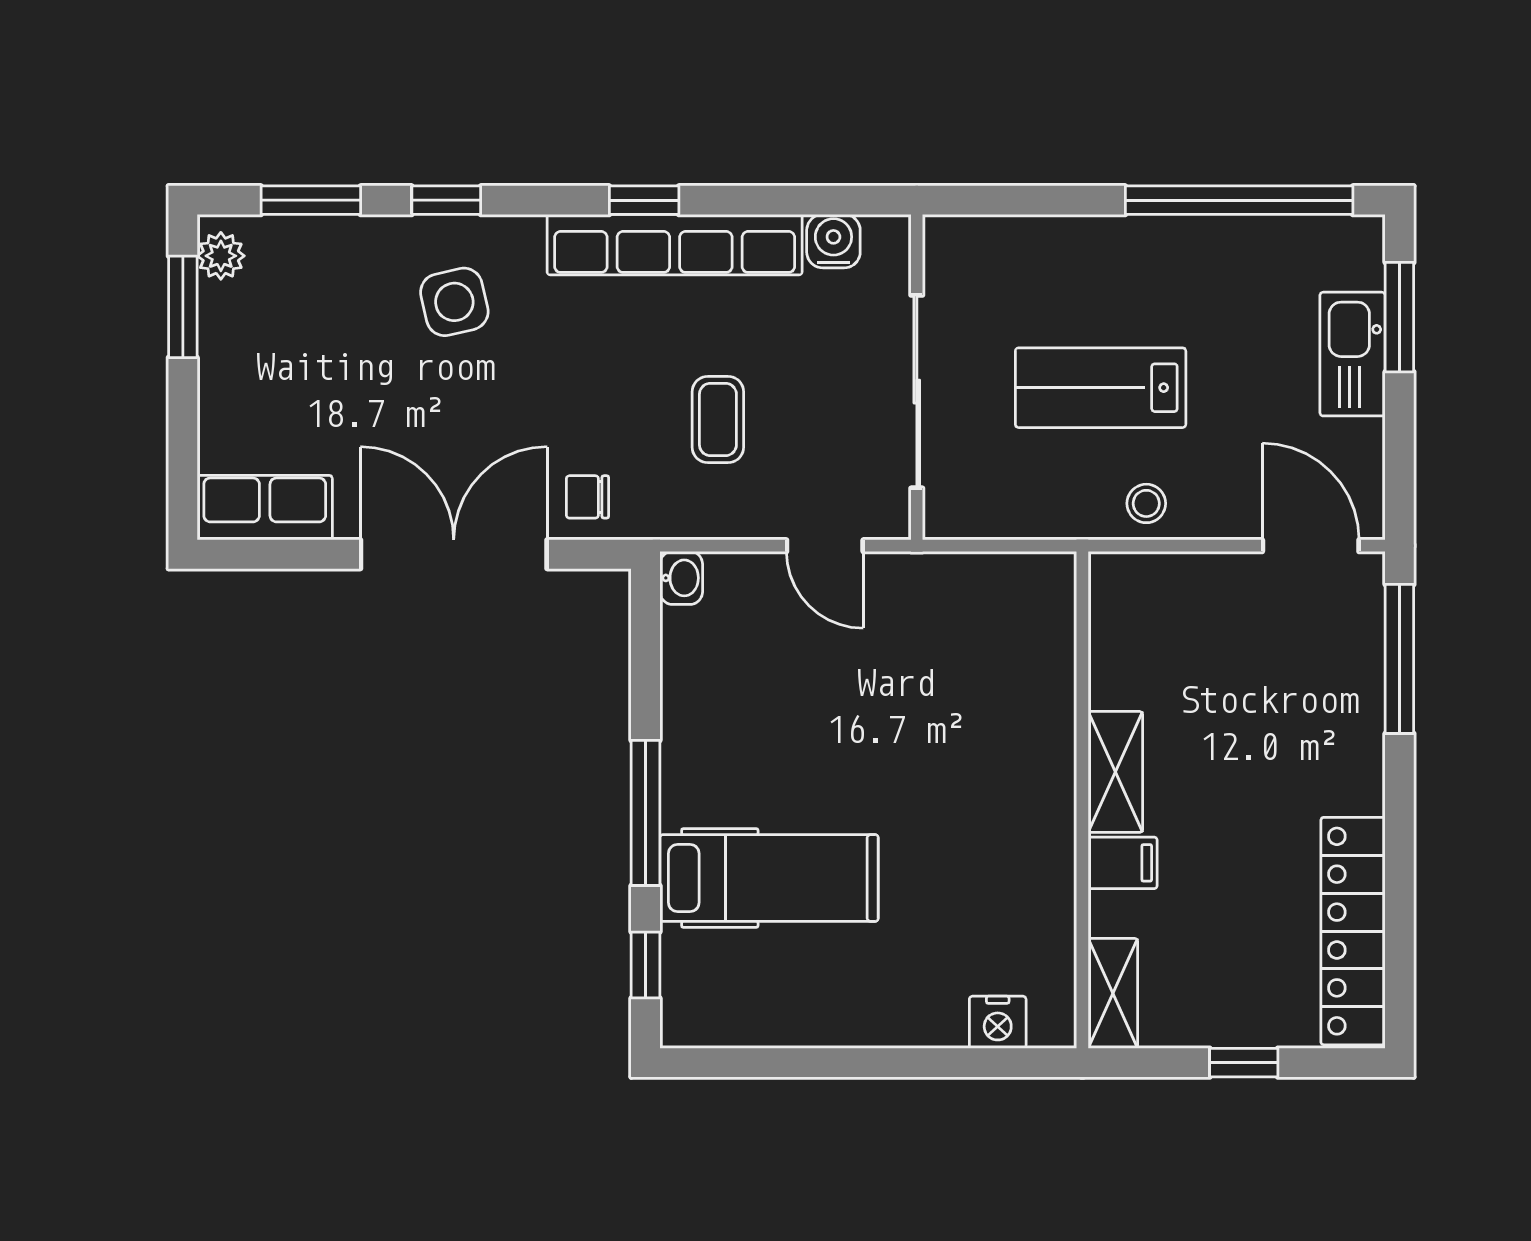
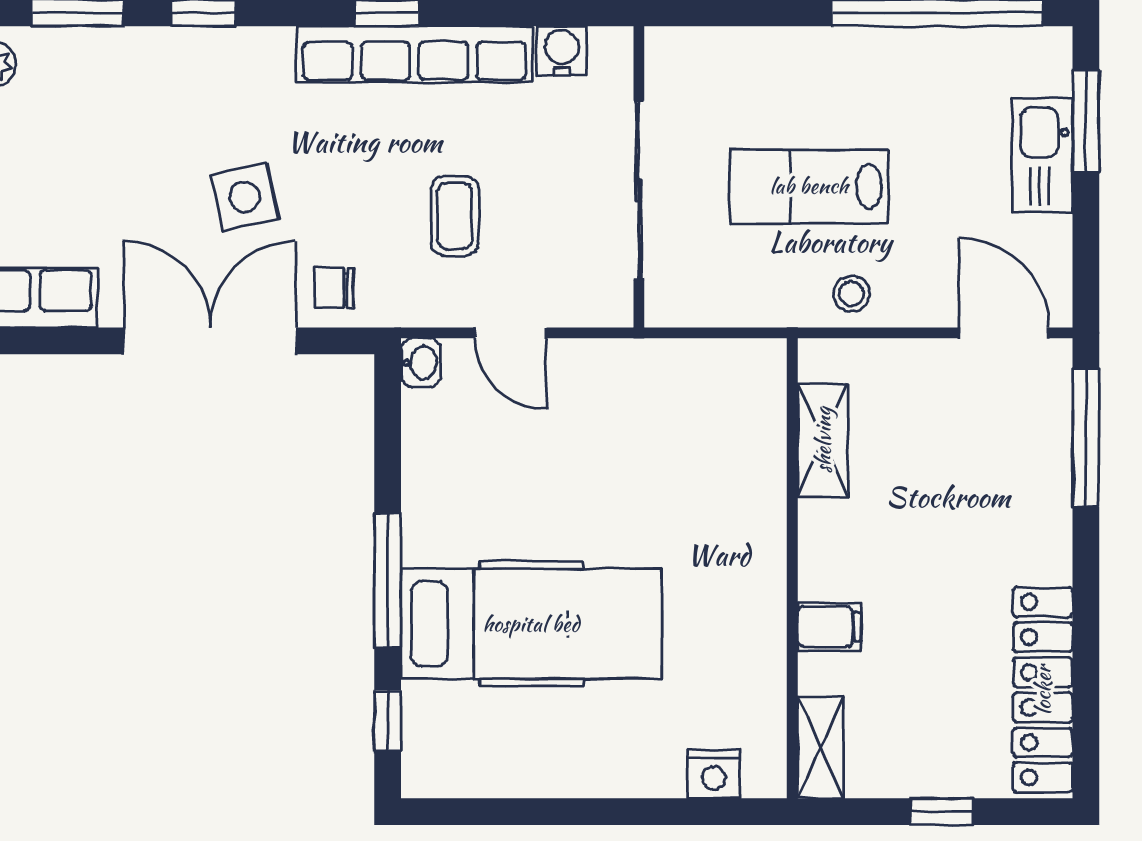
side table: (454, 302) -> (245, 197), moved
door: (825, 546) -> (511, 333), moved
shelving: (1115, 772) -> (823, 440), moved
hospital bed: (769, 878) -> (531, 624), width x1.37, depth x1.29

